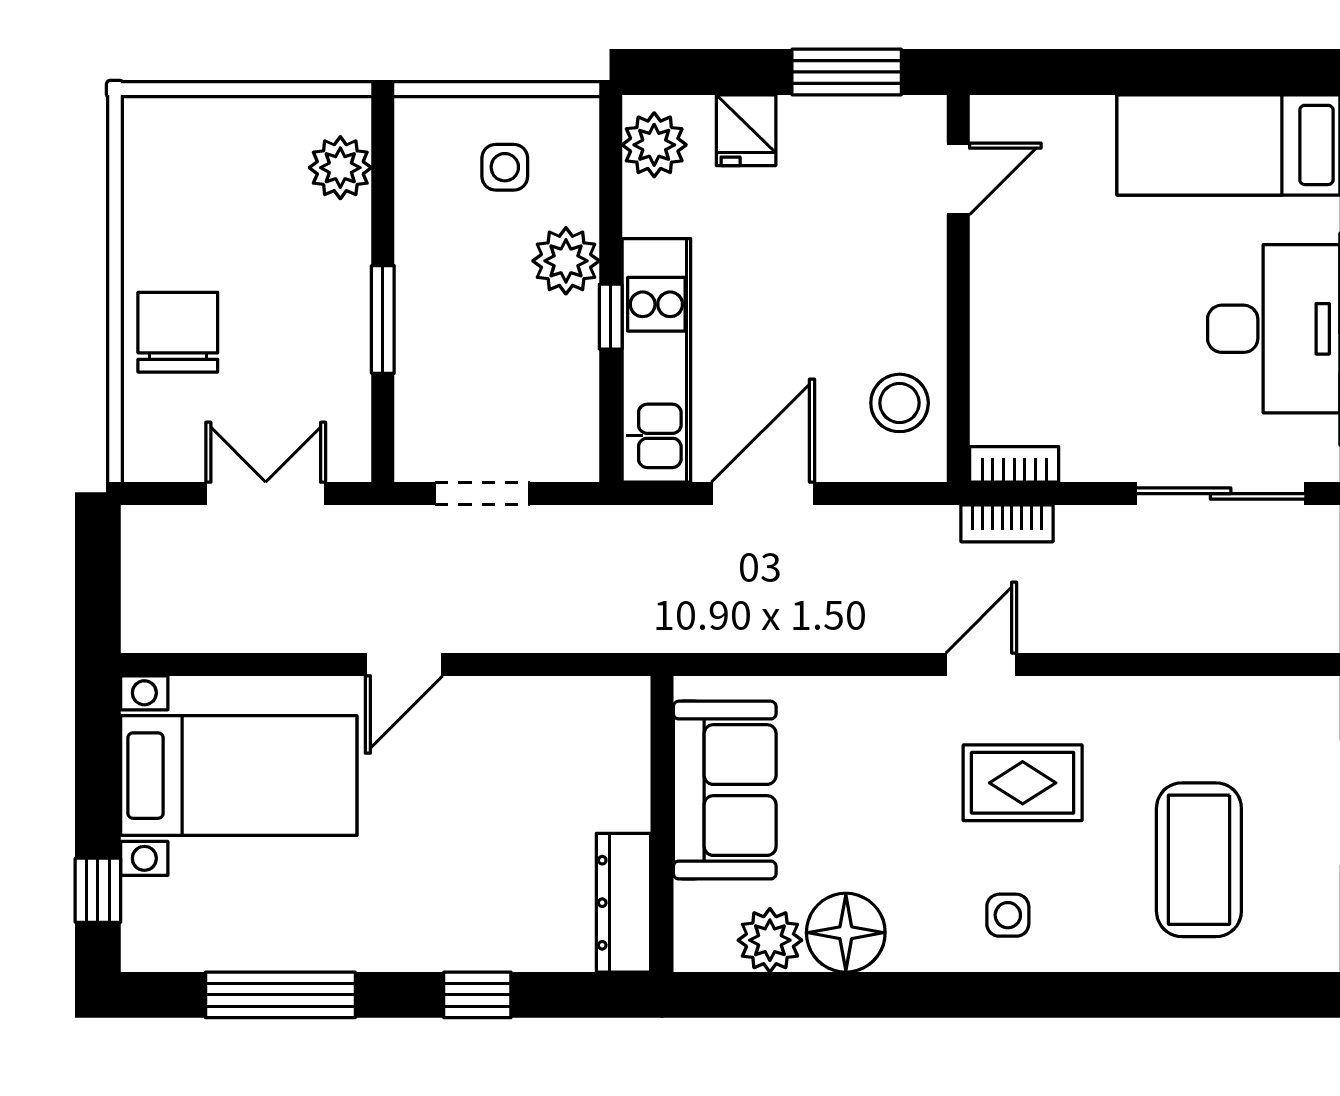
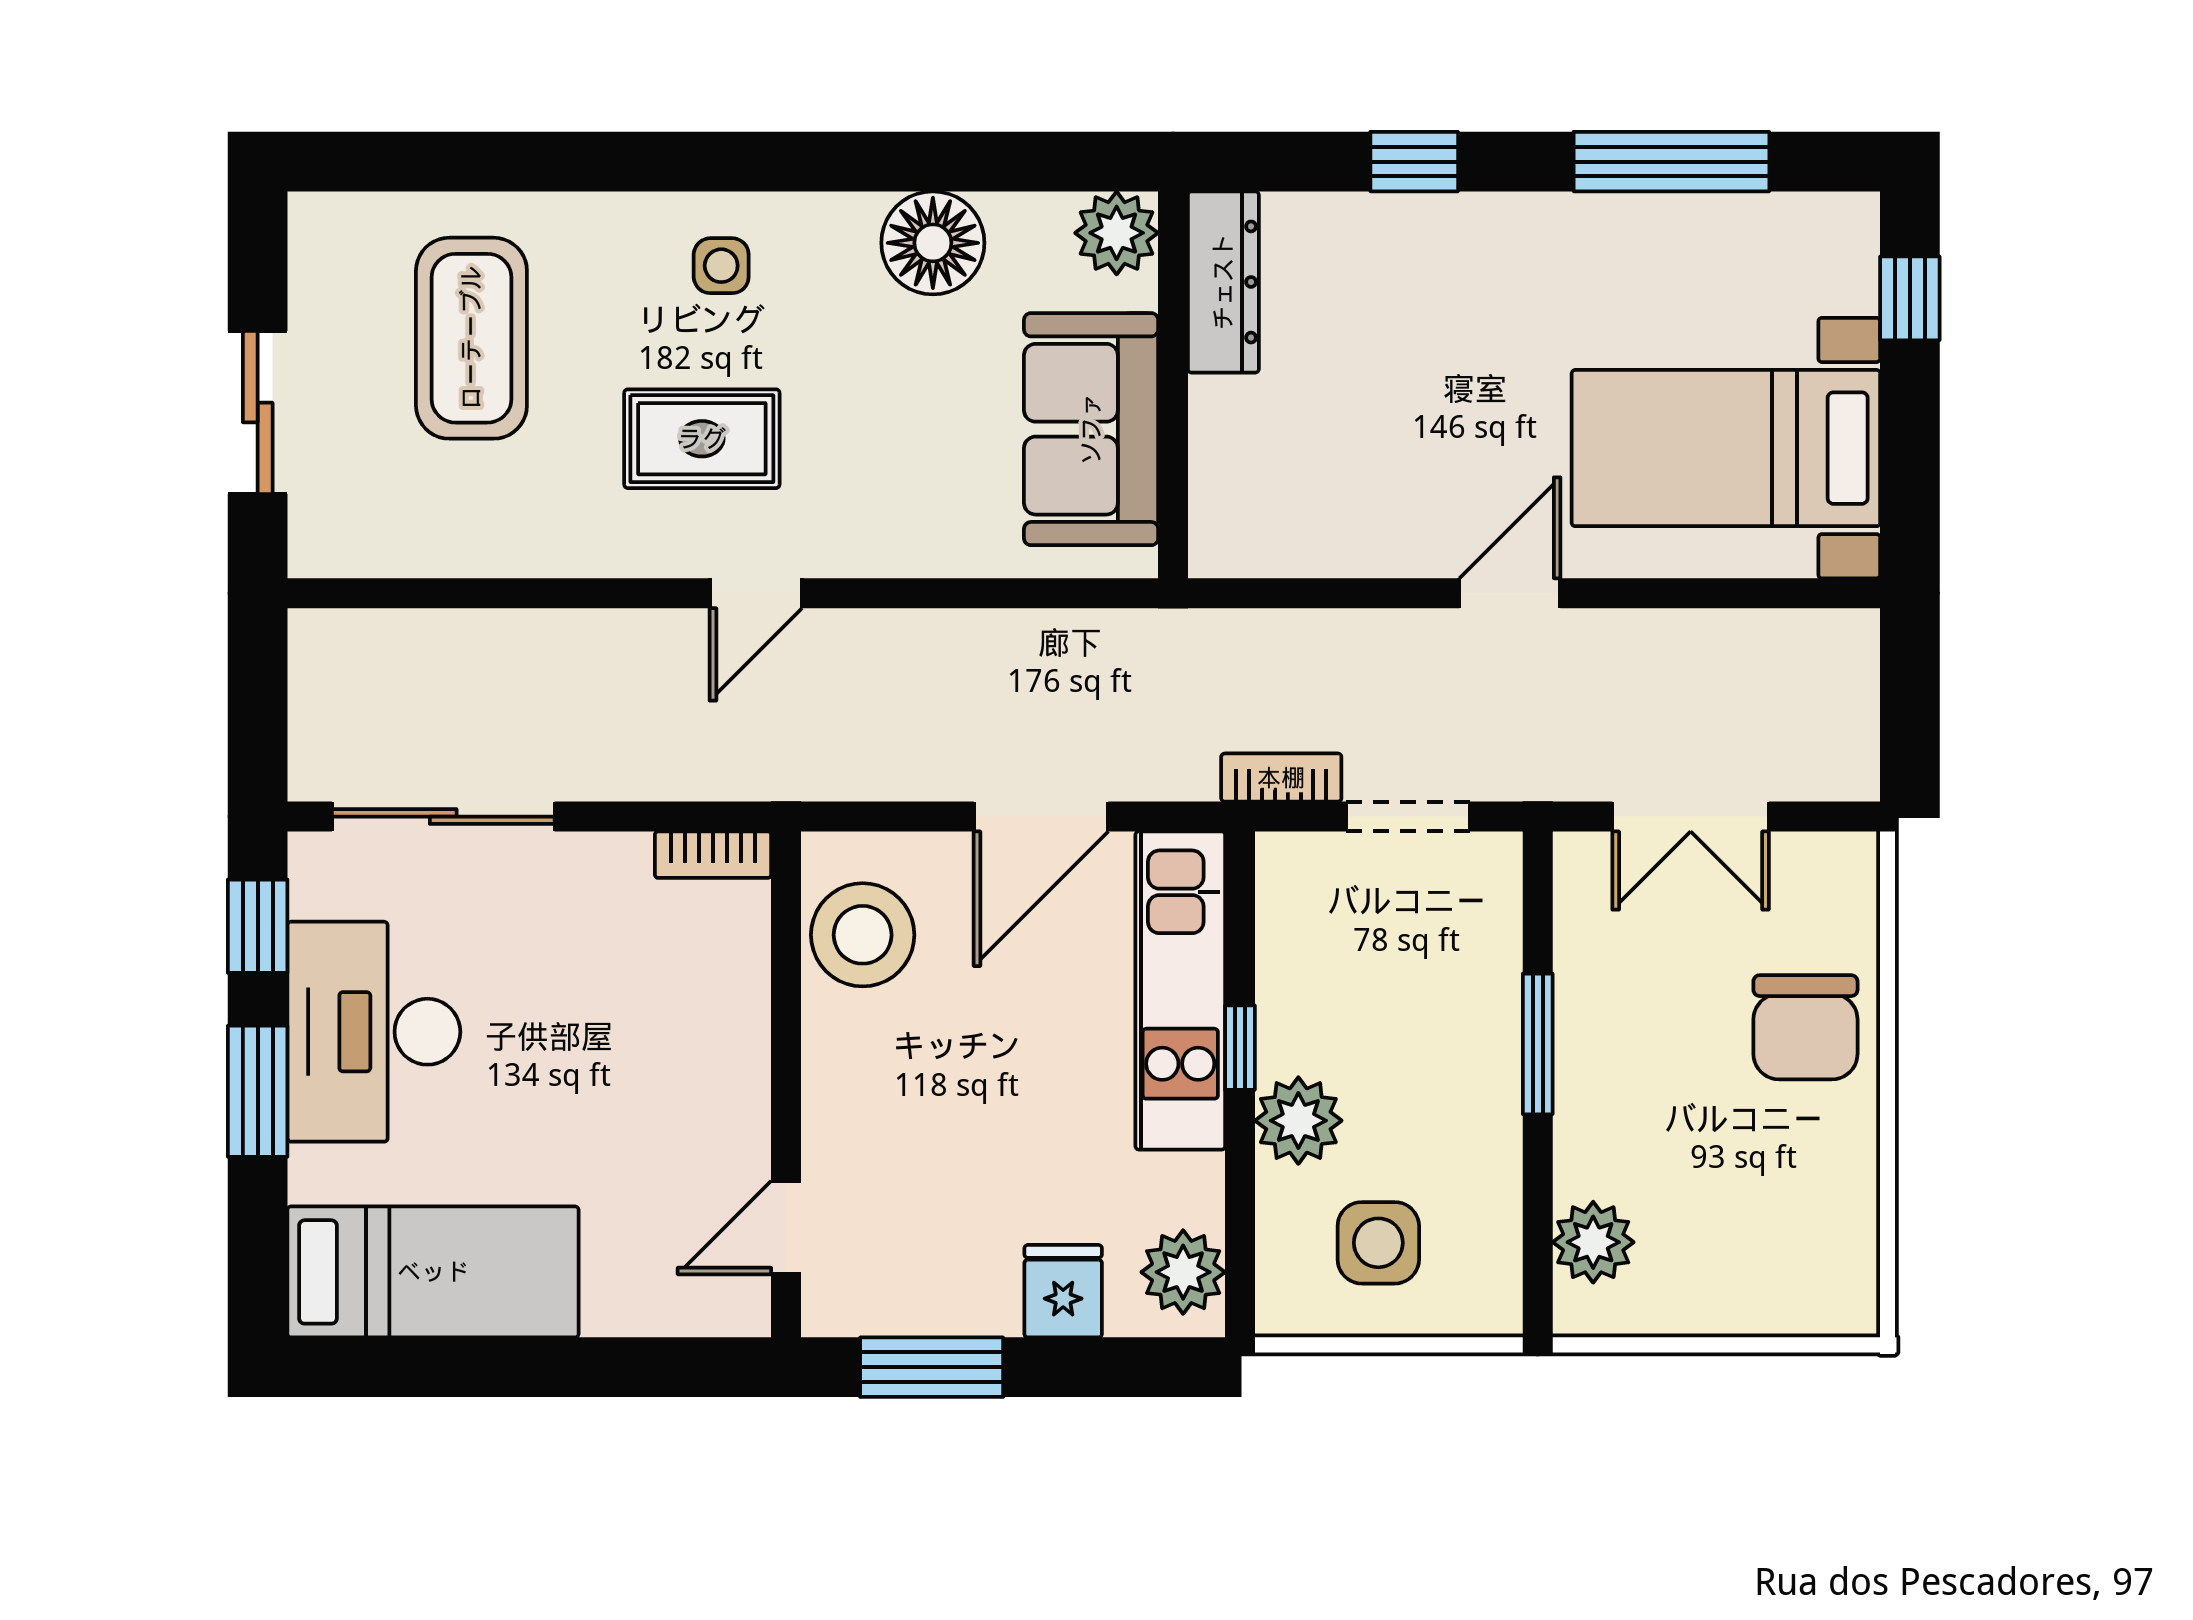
side table: (505, 167) -> (1378, 1243), width x1.37, depth x1.37
stool: (900, 403) -> (863, 935), width x1.38, depth x1.38
bookcase: (1007, 523) -> (1281, 778), moved
plant: (770, 940) -> (1117, 233), moved

